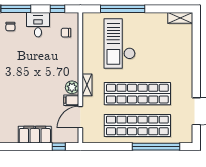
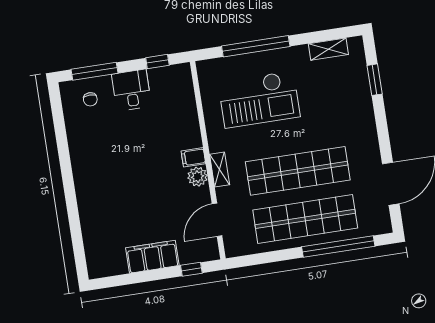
shelving: (180, 18) -> (328, 49), moved
chair: (66, 33) -> (176, 95), removed
window: (196, 42) -> (375, 80), added
checkout: (120, 43) -> (259, 99), turned -90
filing cabinet: (71, 100) -> (193, 157), moved

